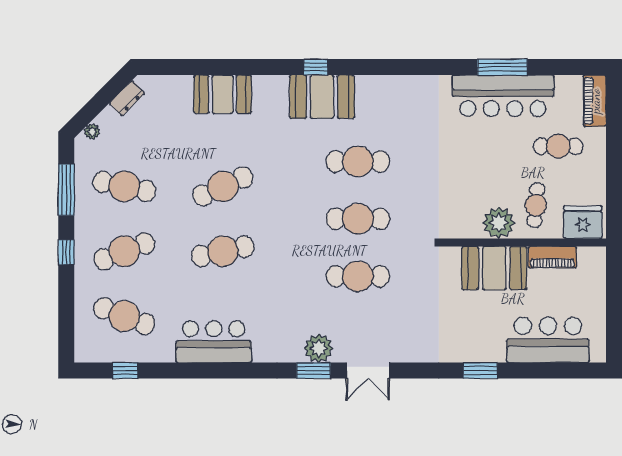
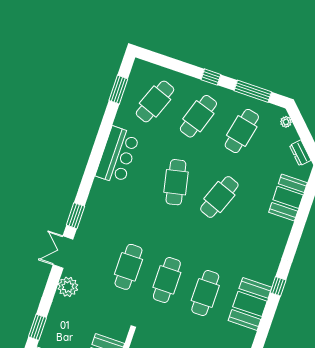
booth: (223, 94) -> (288, 197), moved
booth: (322, 97) -> (250, 304), moved
cafe table: (223, 186) -> (219, 197), turned 45
cafe table: (124, 251) -> (198, 116), turned 39
plant: (319, 348) -> (68, 287), moved
window: (125, 371) -> (118, 90), width x1.50

